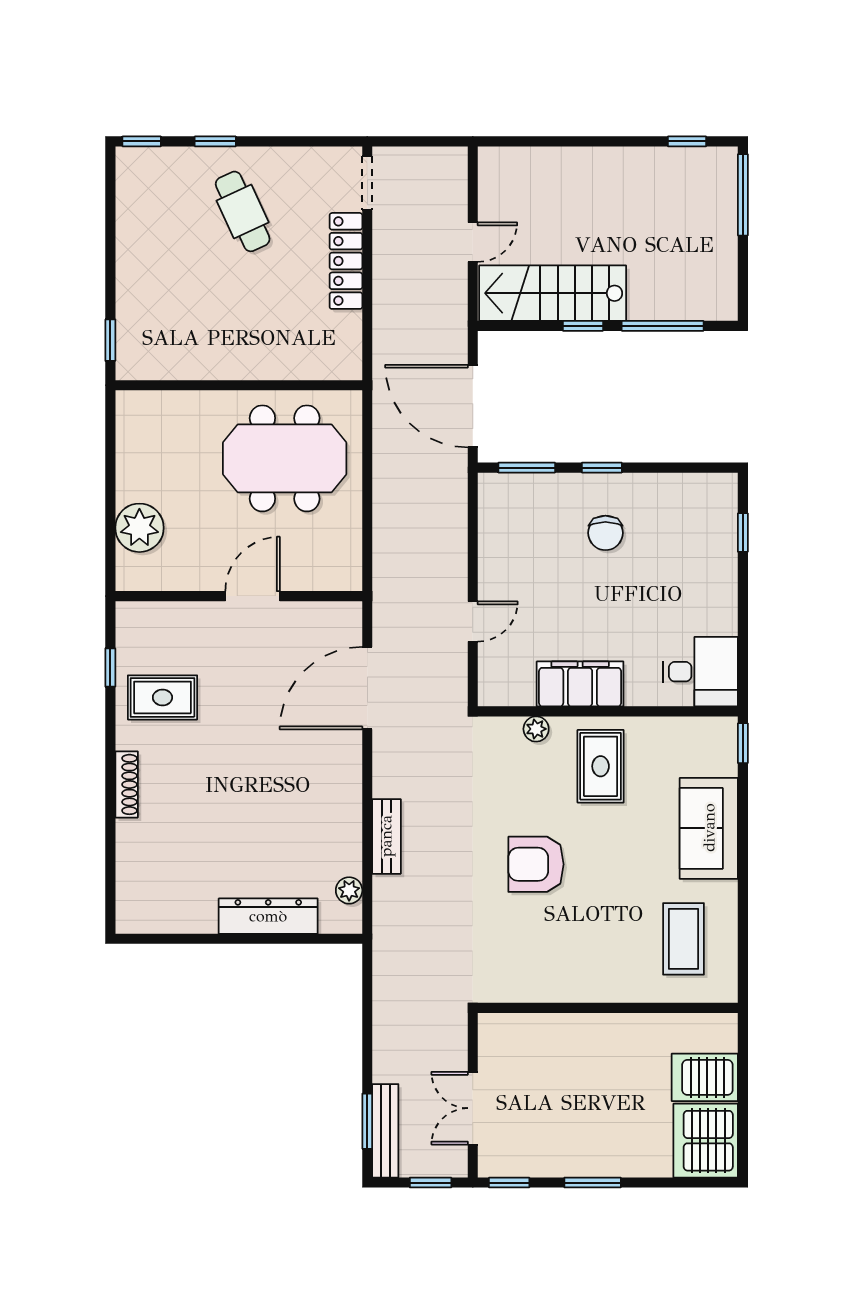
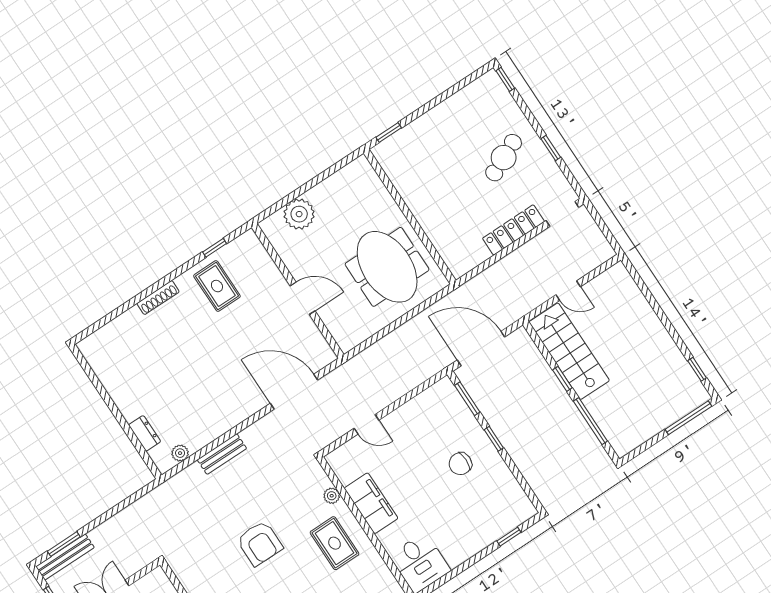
window: (215, 141) -> (551, 148), moved
door: (473, 406) -> (481, 348), hinge flipped
rug: (601, 766) -> (335, 543), turned 90
armchair: (536, 864) -> (260, 543), turned 180
dresser: (268, 916) -> (145, 433), width x0.51, depth x0.80

